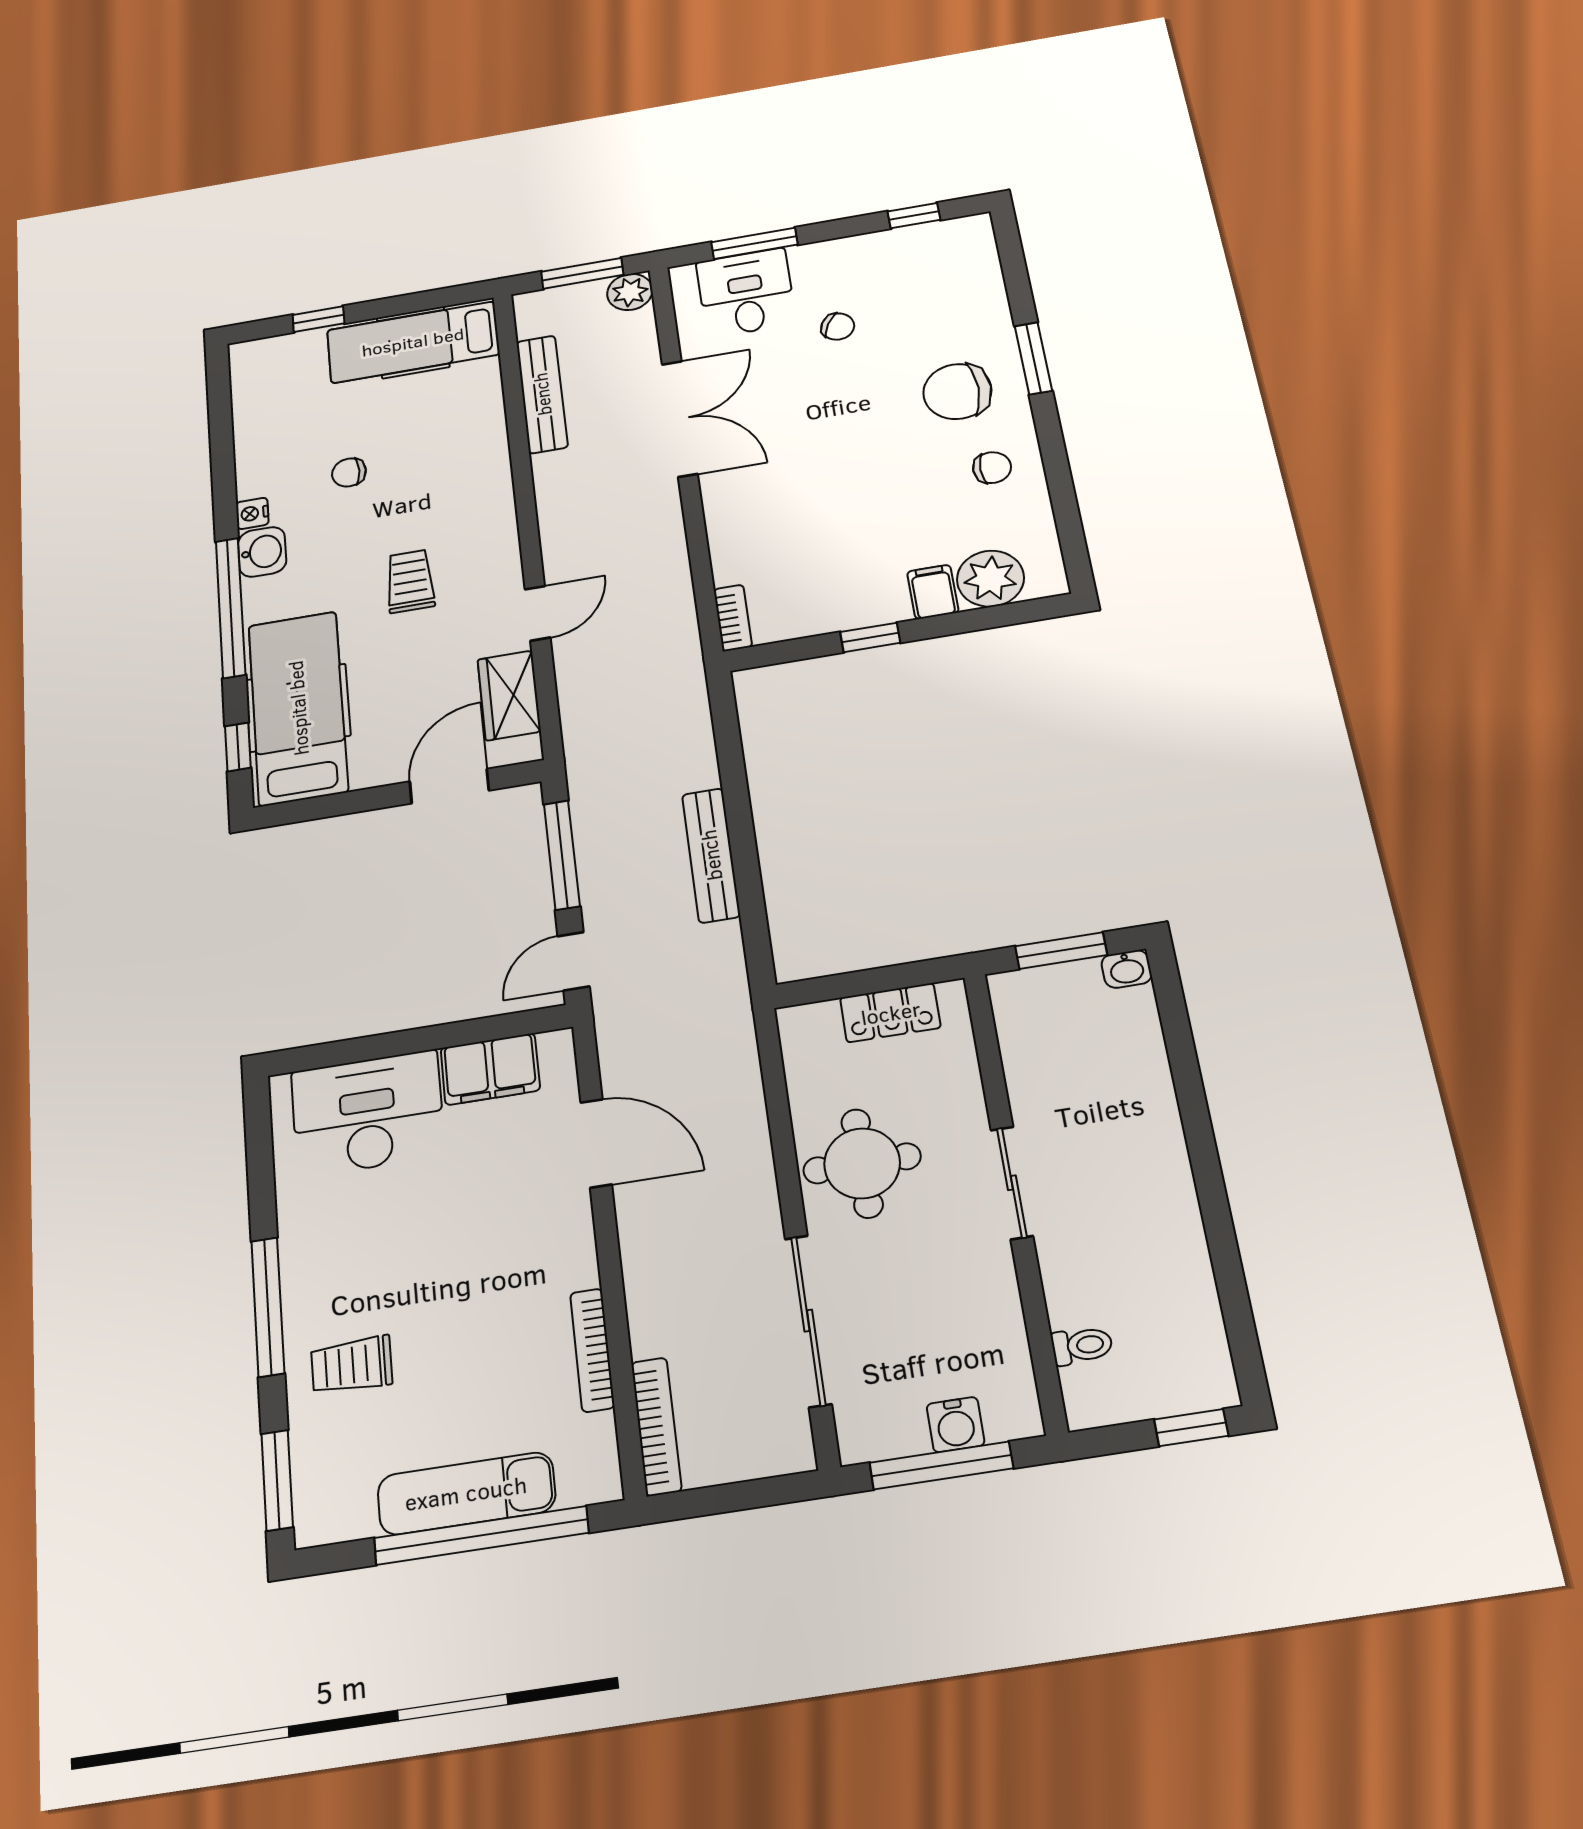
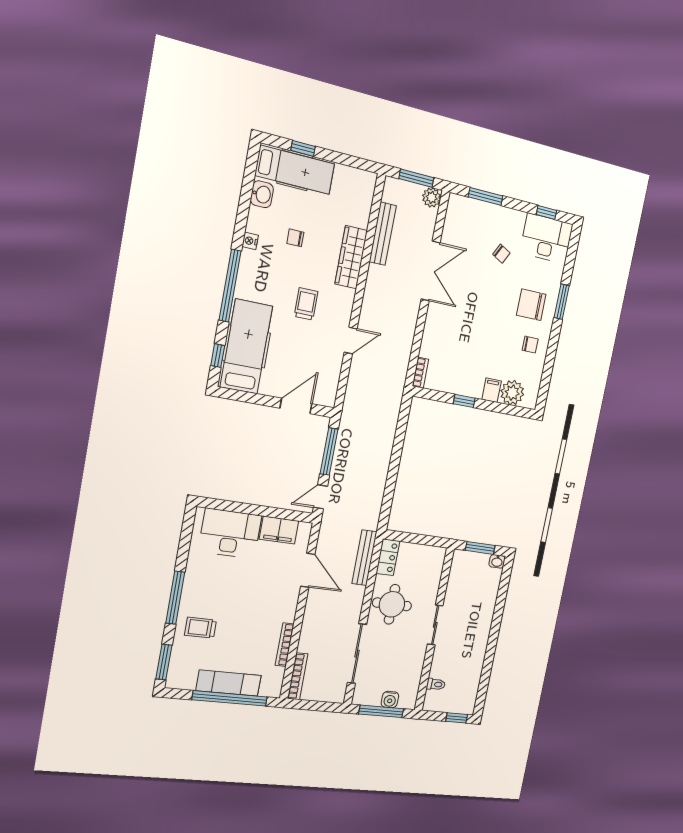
desk: (746, 293) -> (547, 238), moved, width x1.37
hospital bed: (413, 342) -> (295, 170), moved, turned 180
washbasin: (262, 552) -> (262, 194), moved
wardrobe: (509, 695) -> (351, 257), moved, width x1.50
bench: (711, 855) -> (364, 558), moved
locker: (890, 1013) -> (388, 557), moved, turned -90

